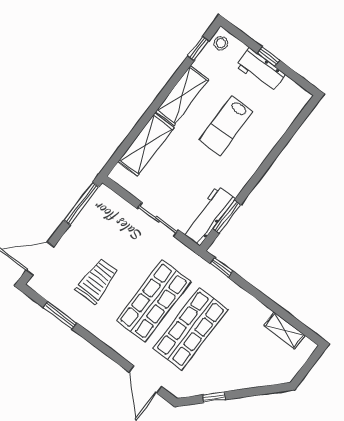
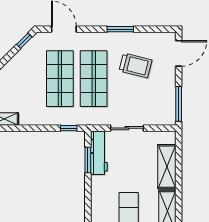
trolley: (97, 281) -> (135, 65), turned -76
window: (60, 315) -> (120, 29), moved
window: (214, 397) -> (24, 41), moved

